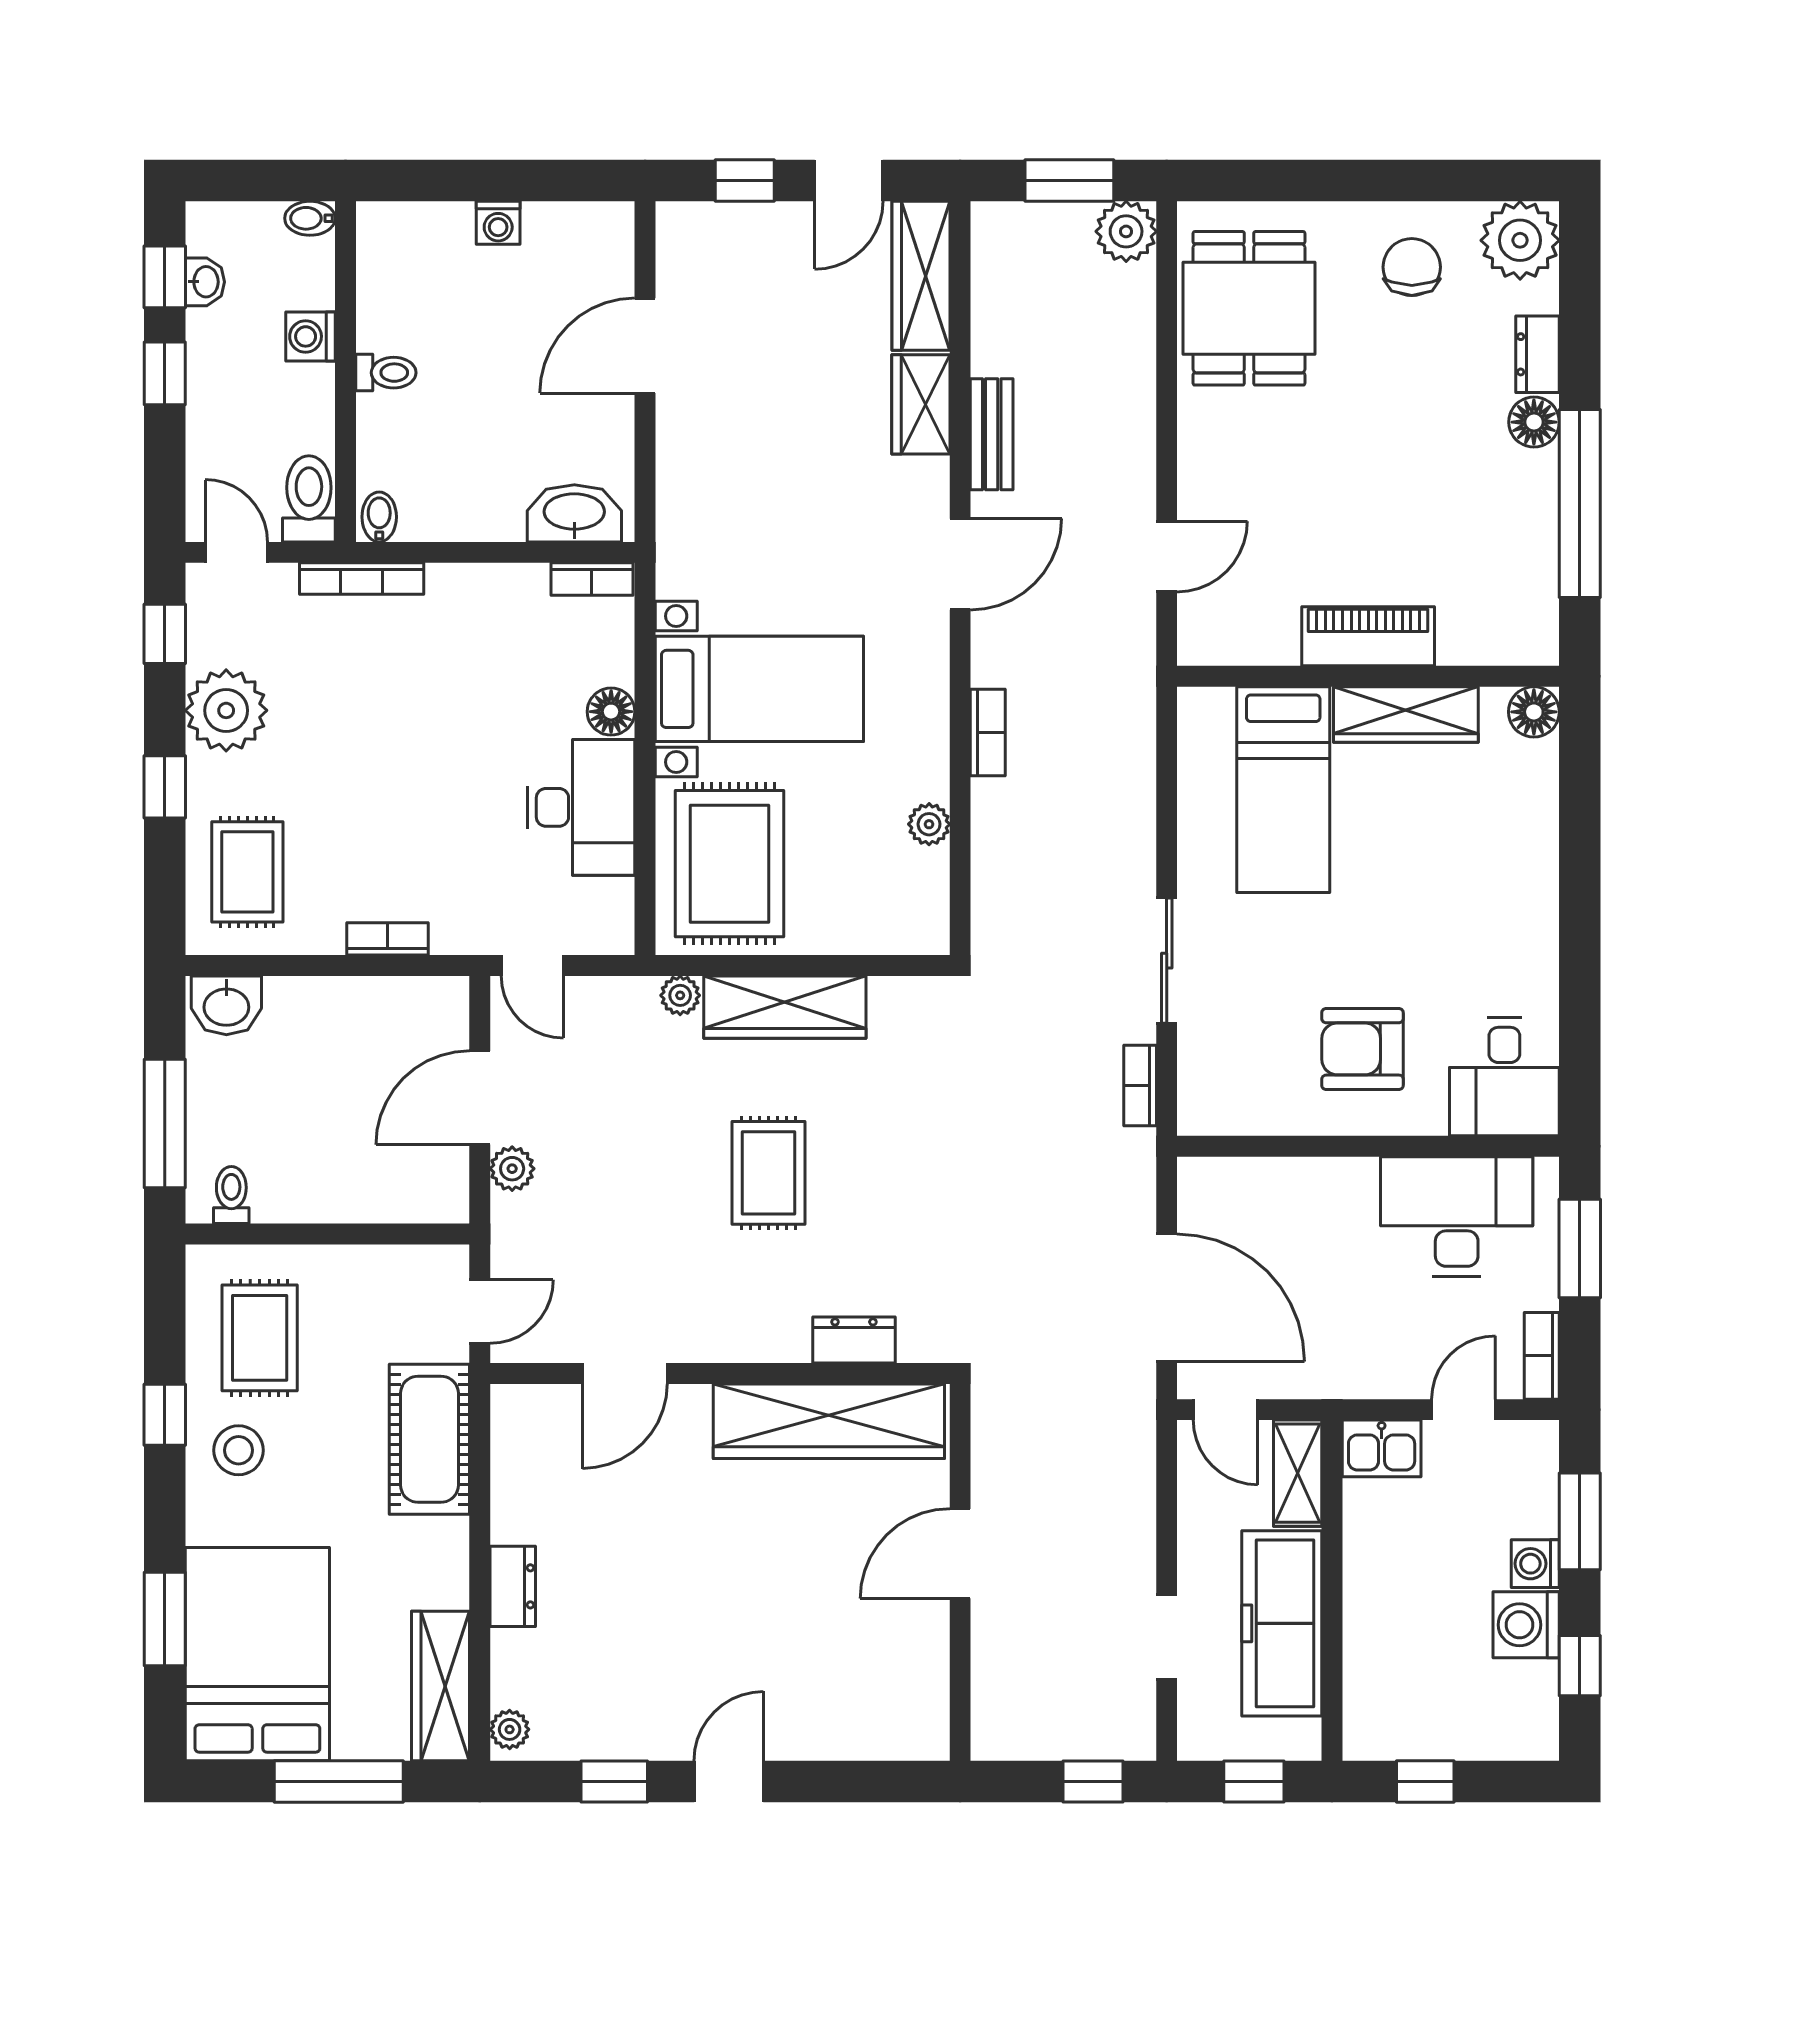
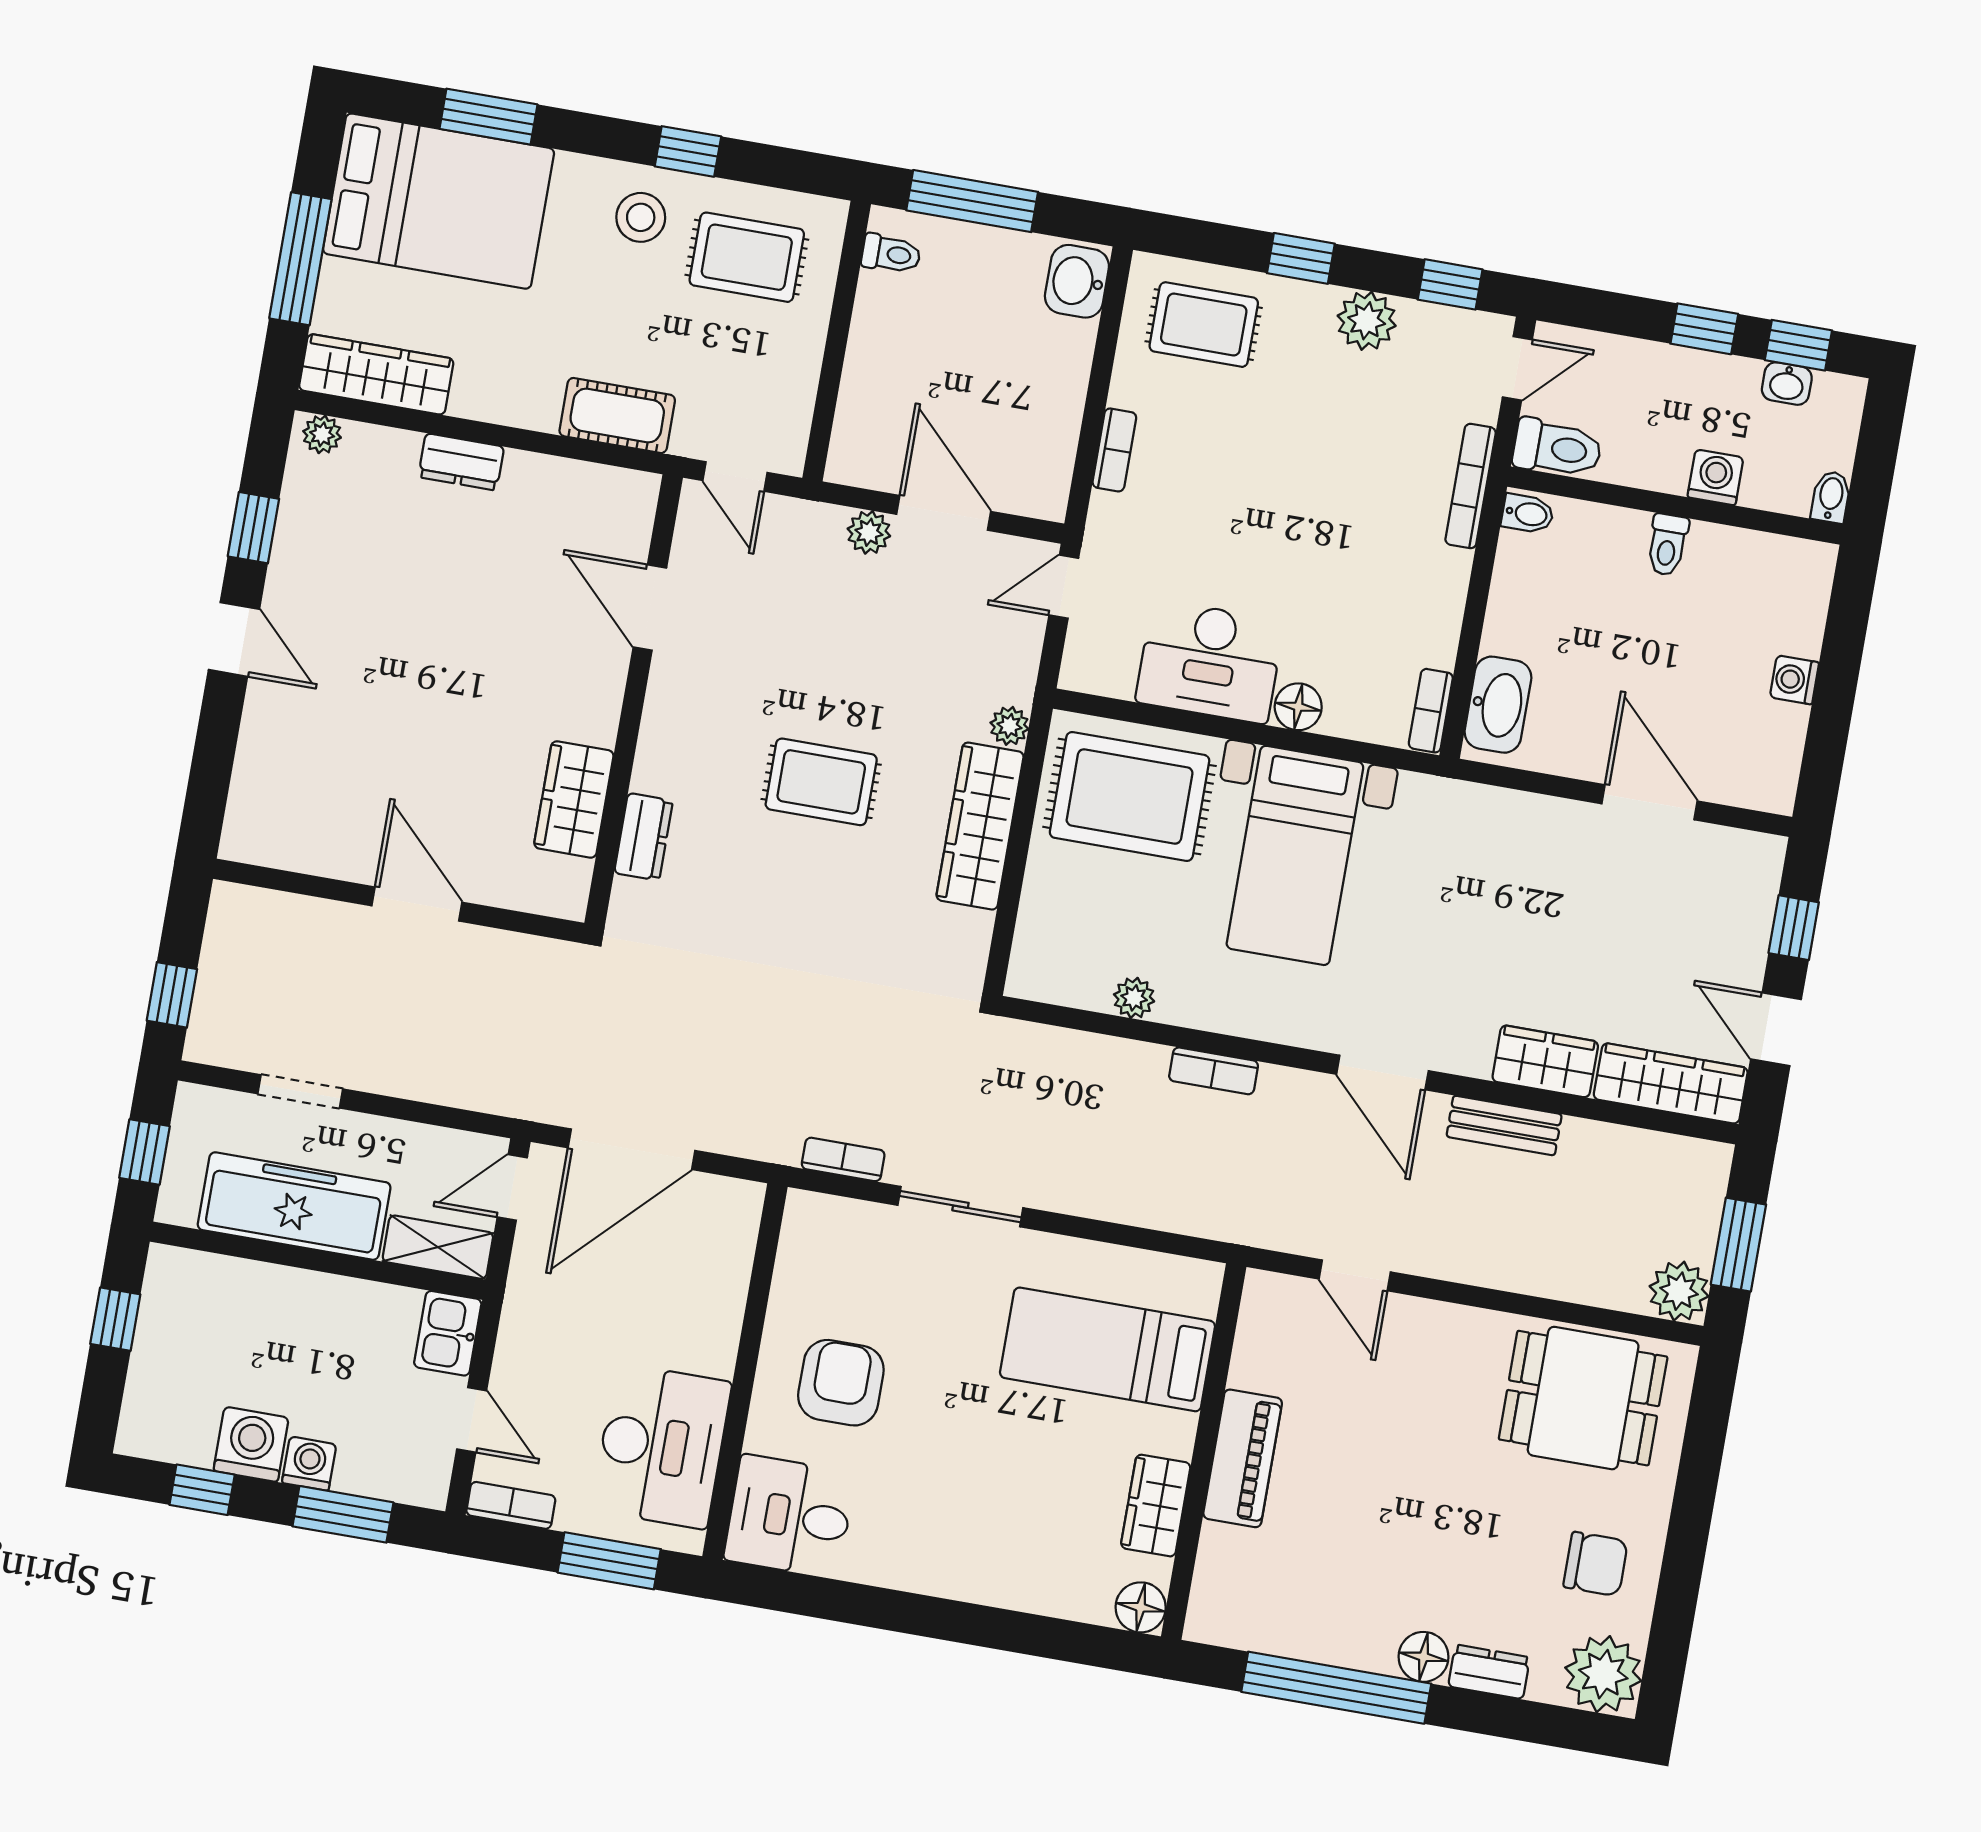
plant: (226, 710) -> (1367, 321), width x0.73, depth x0.73
wardrobe: (1406, 715) -> (1156, 1506), width x0.67
wardrobe: (829, 1421) -> (574, 799), width x0.48, depth x0.85
cot: (429, 1439) -> (617, 416), width x0.73, depth x0.75

